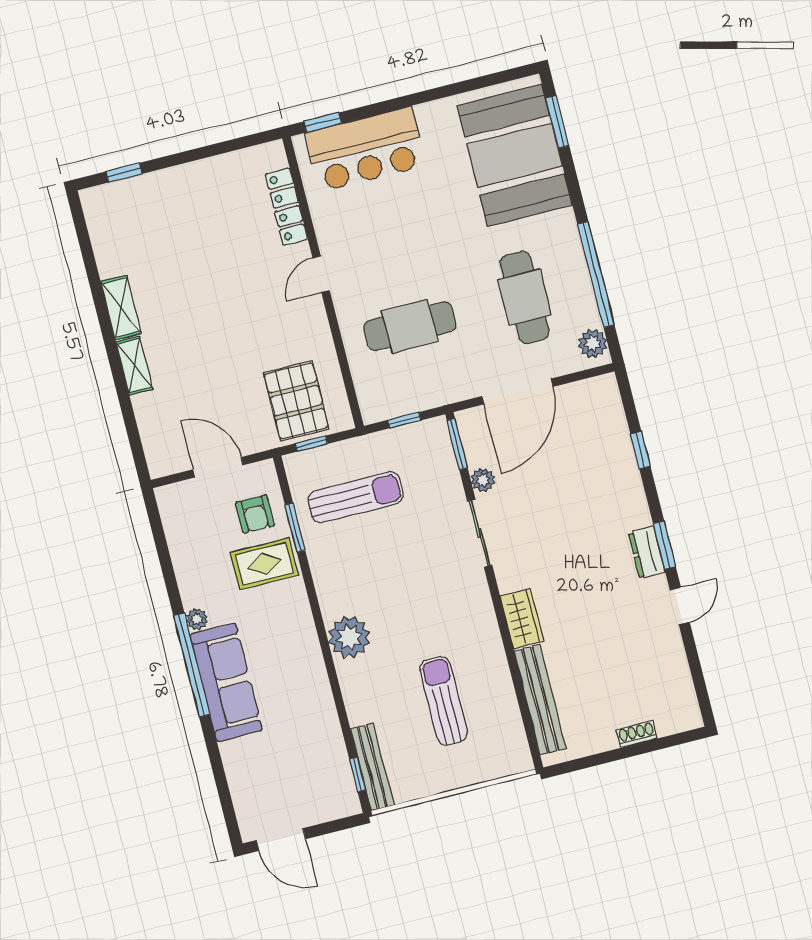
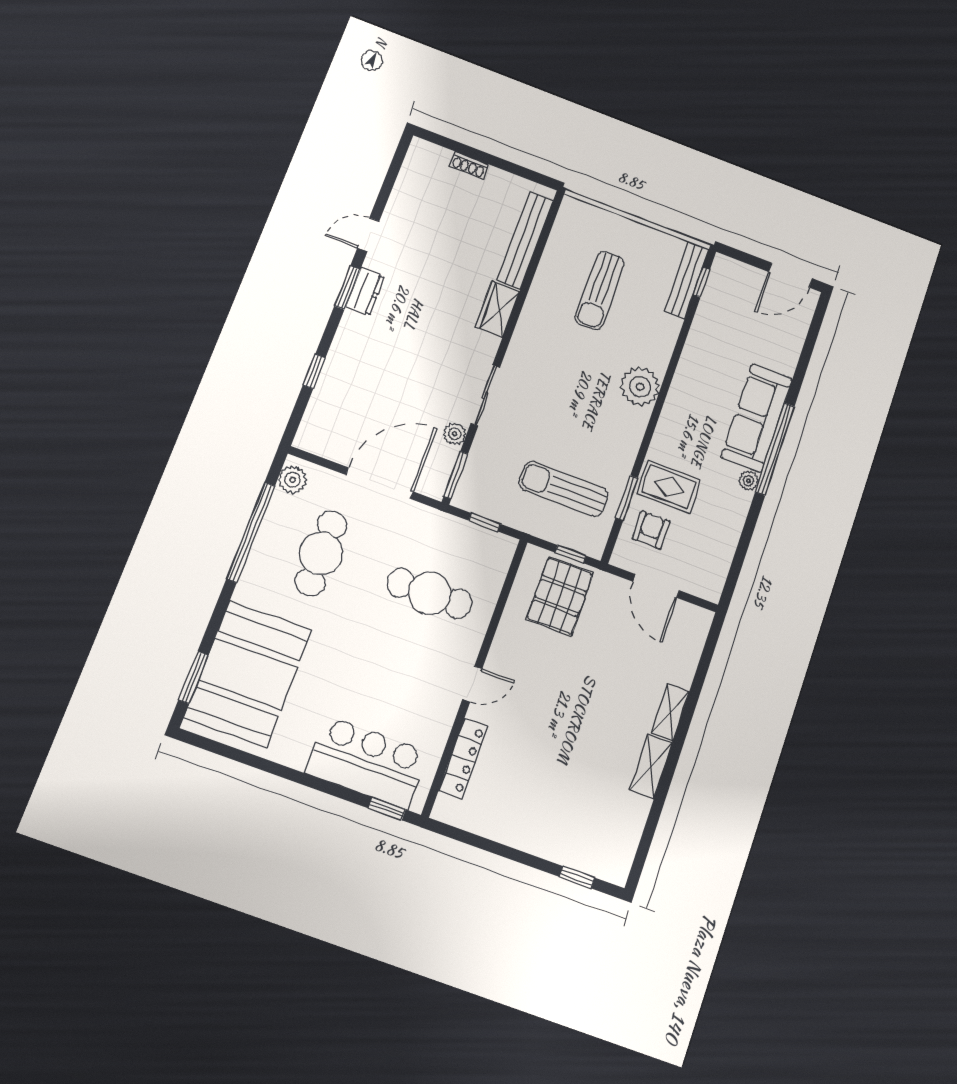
door: (281, 840) -> (790, 275), swing flipped

